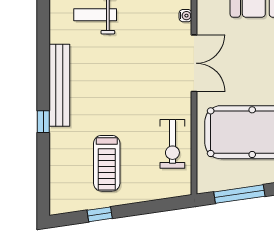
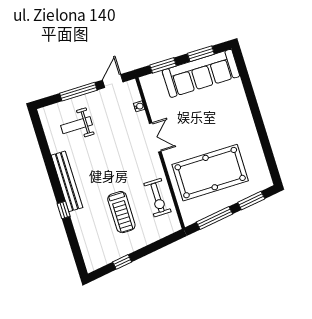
double door: (194, 63) -> (155, 137), width x0.73
treadmill: (107, 163) -> (121, 212), moved

